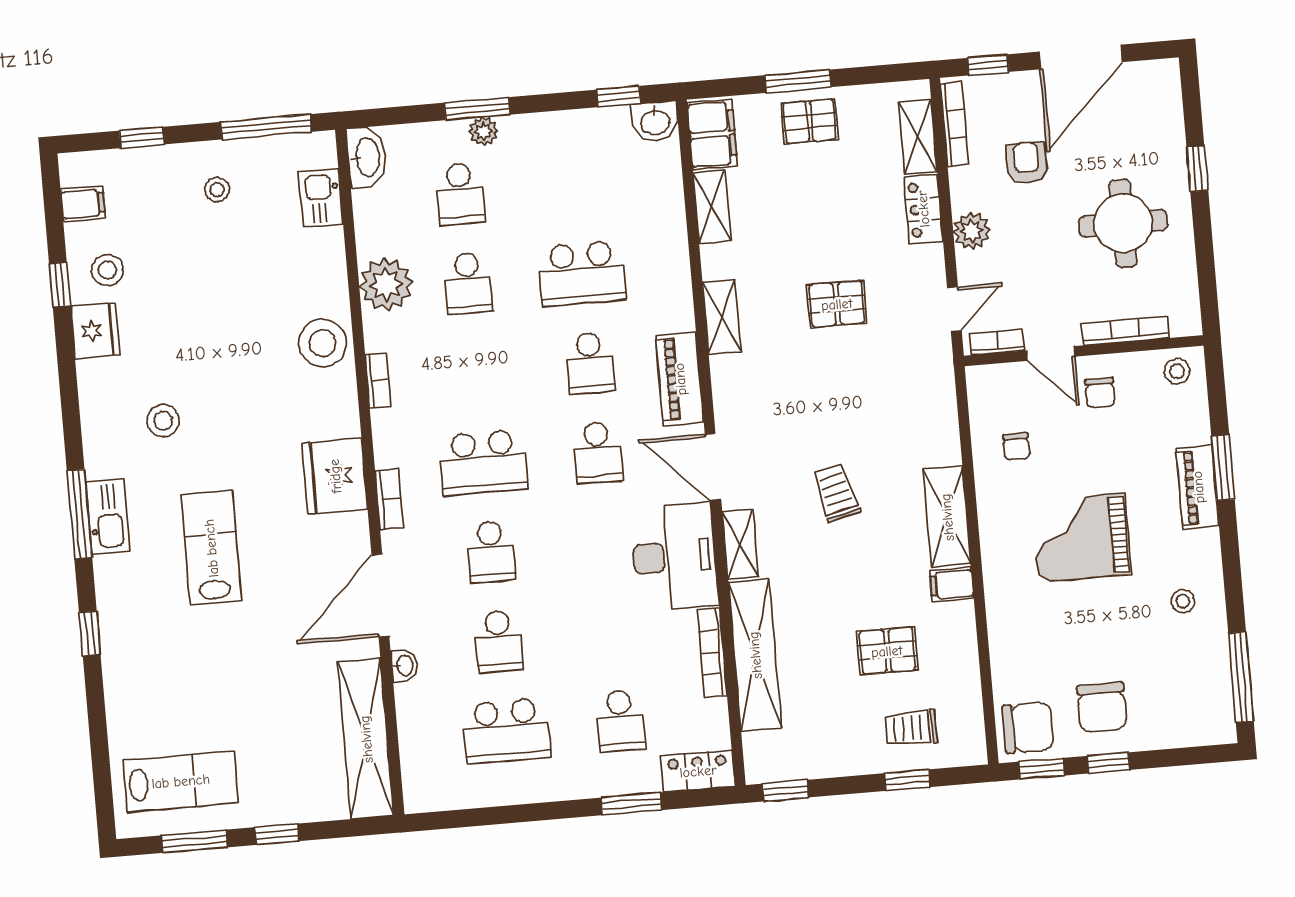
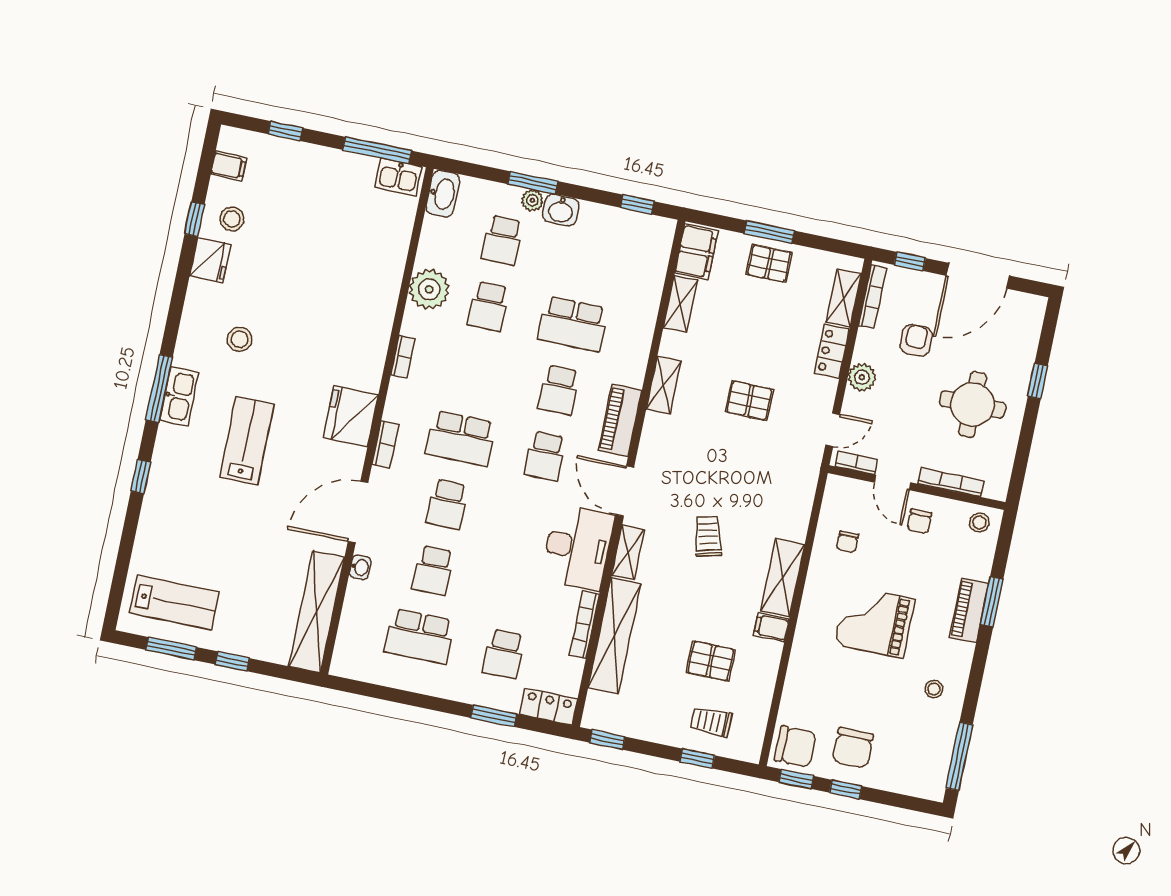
washbasin: (655, 122) -> (561, 210), moved
stool: (217, 190) -> (328, 185), removed
kitchen sink: (321, 198) -> (398, 177), moved, turned -90
stool: (323, 343) -> (371, 318), removed

